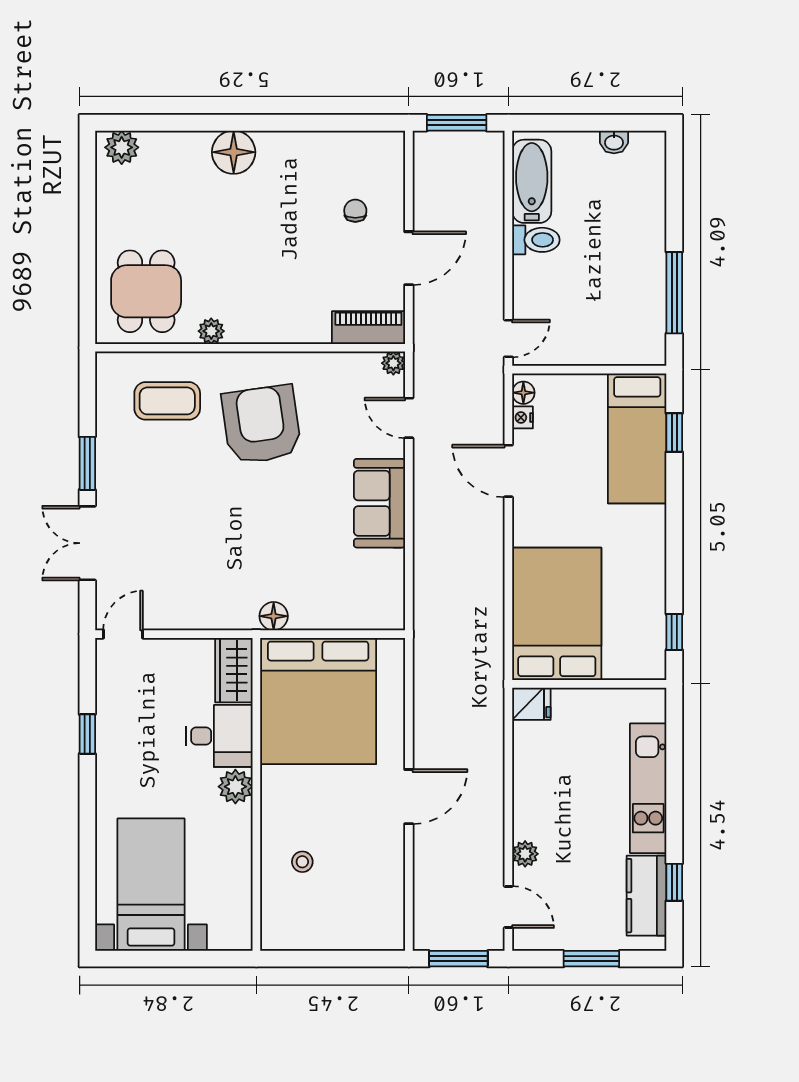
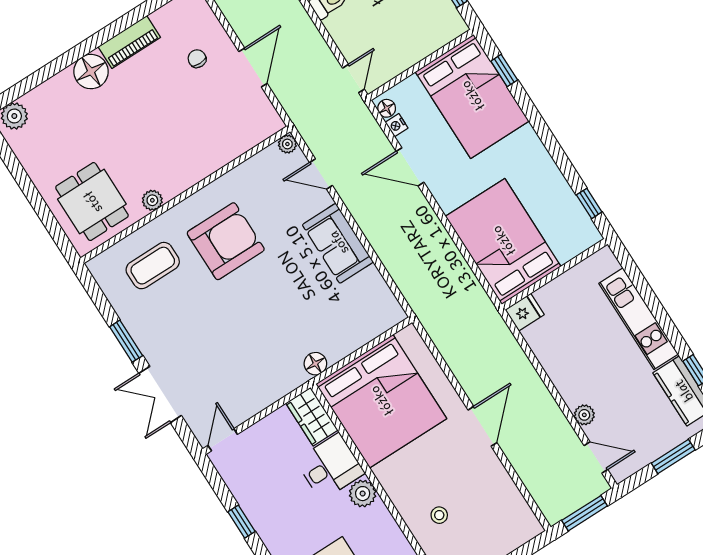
piano: (368, 328) -> (129, 42), moved, turned 180
armchair: (261, 425) -> (226, 241), turned 98
bed: (637, 438) -> (472, 96), width x1.50

